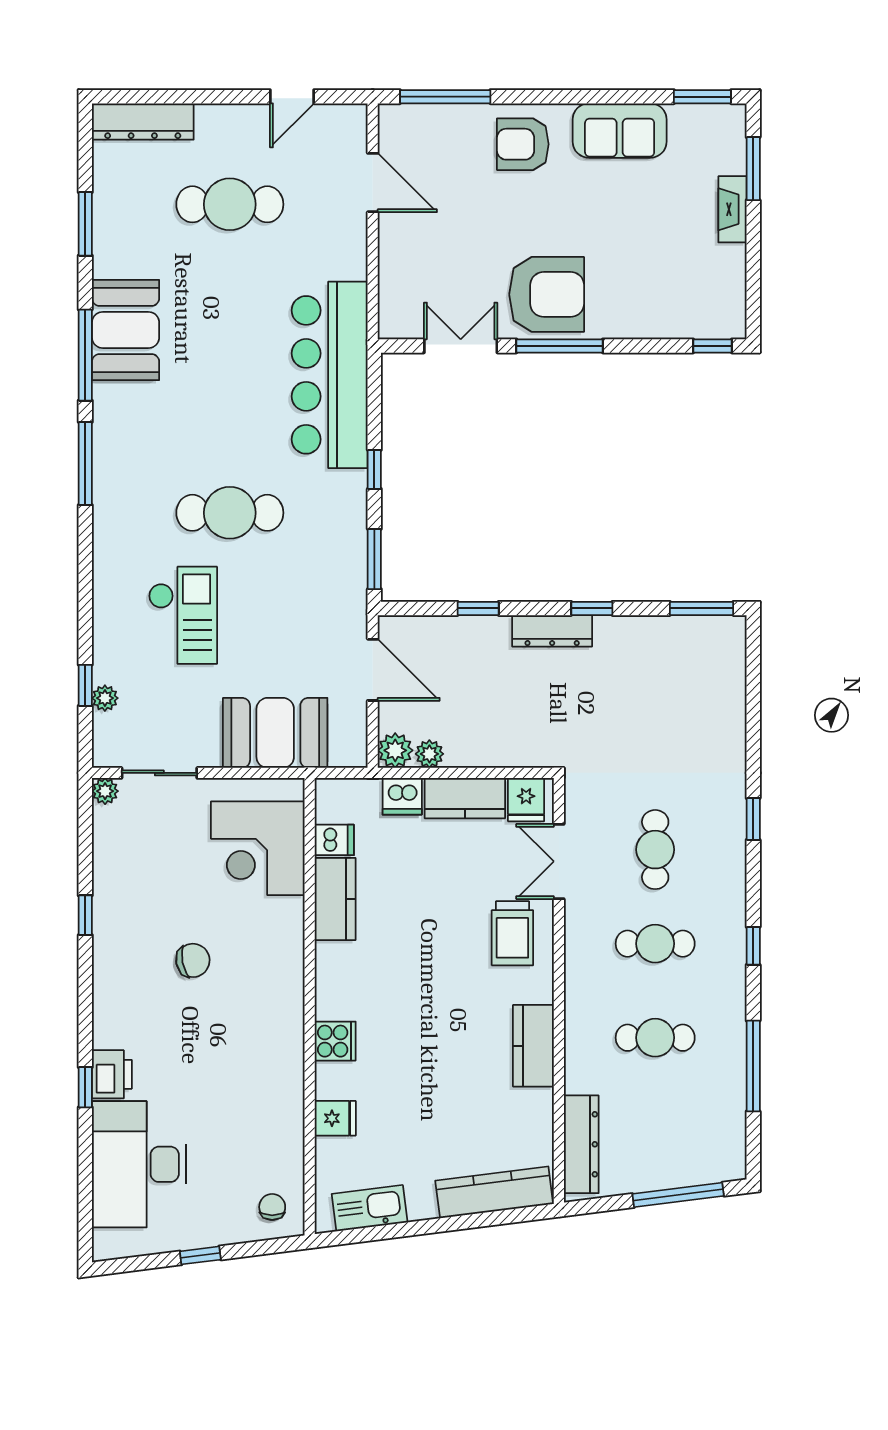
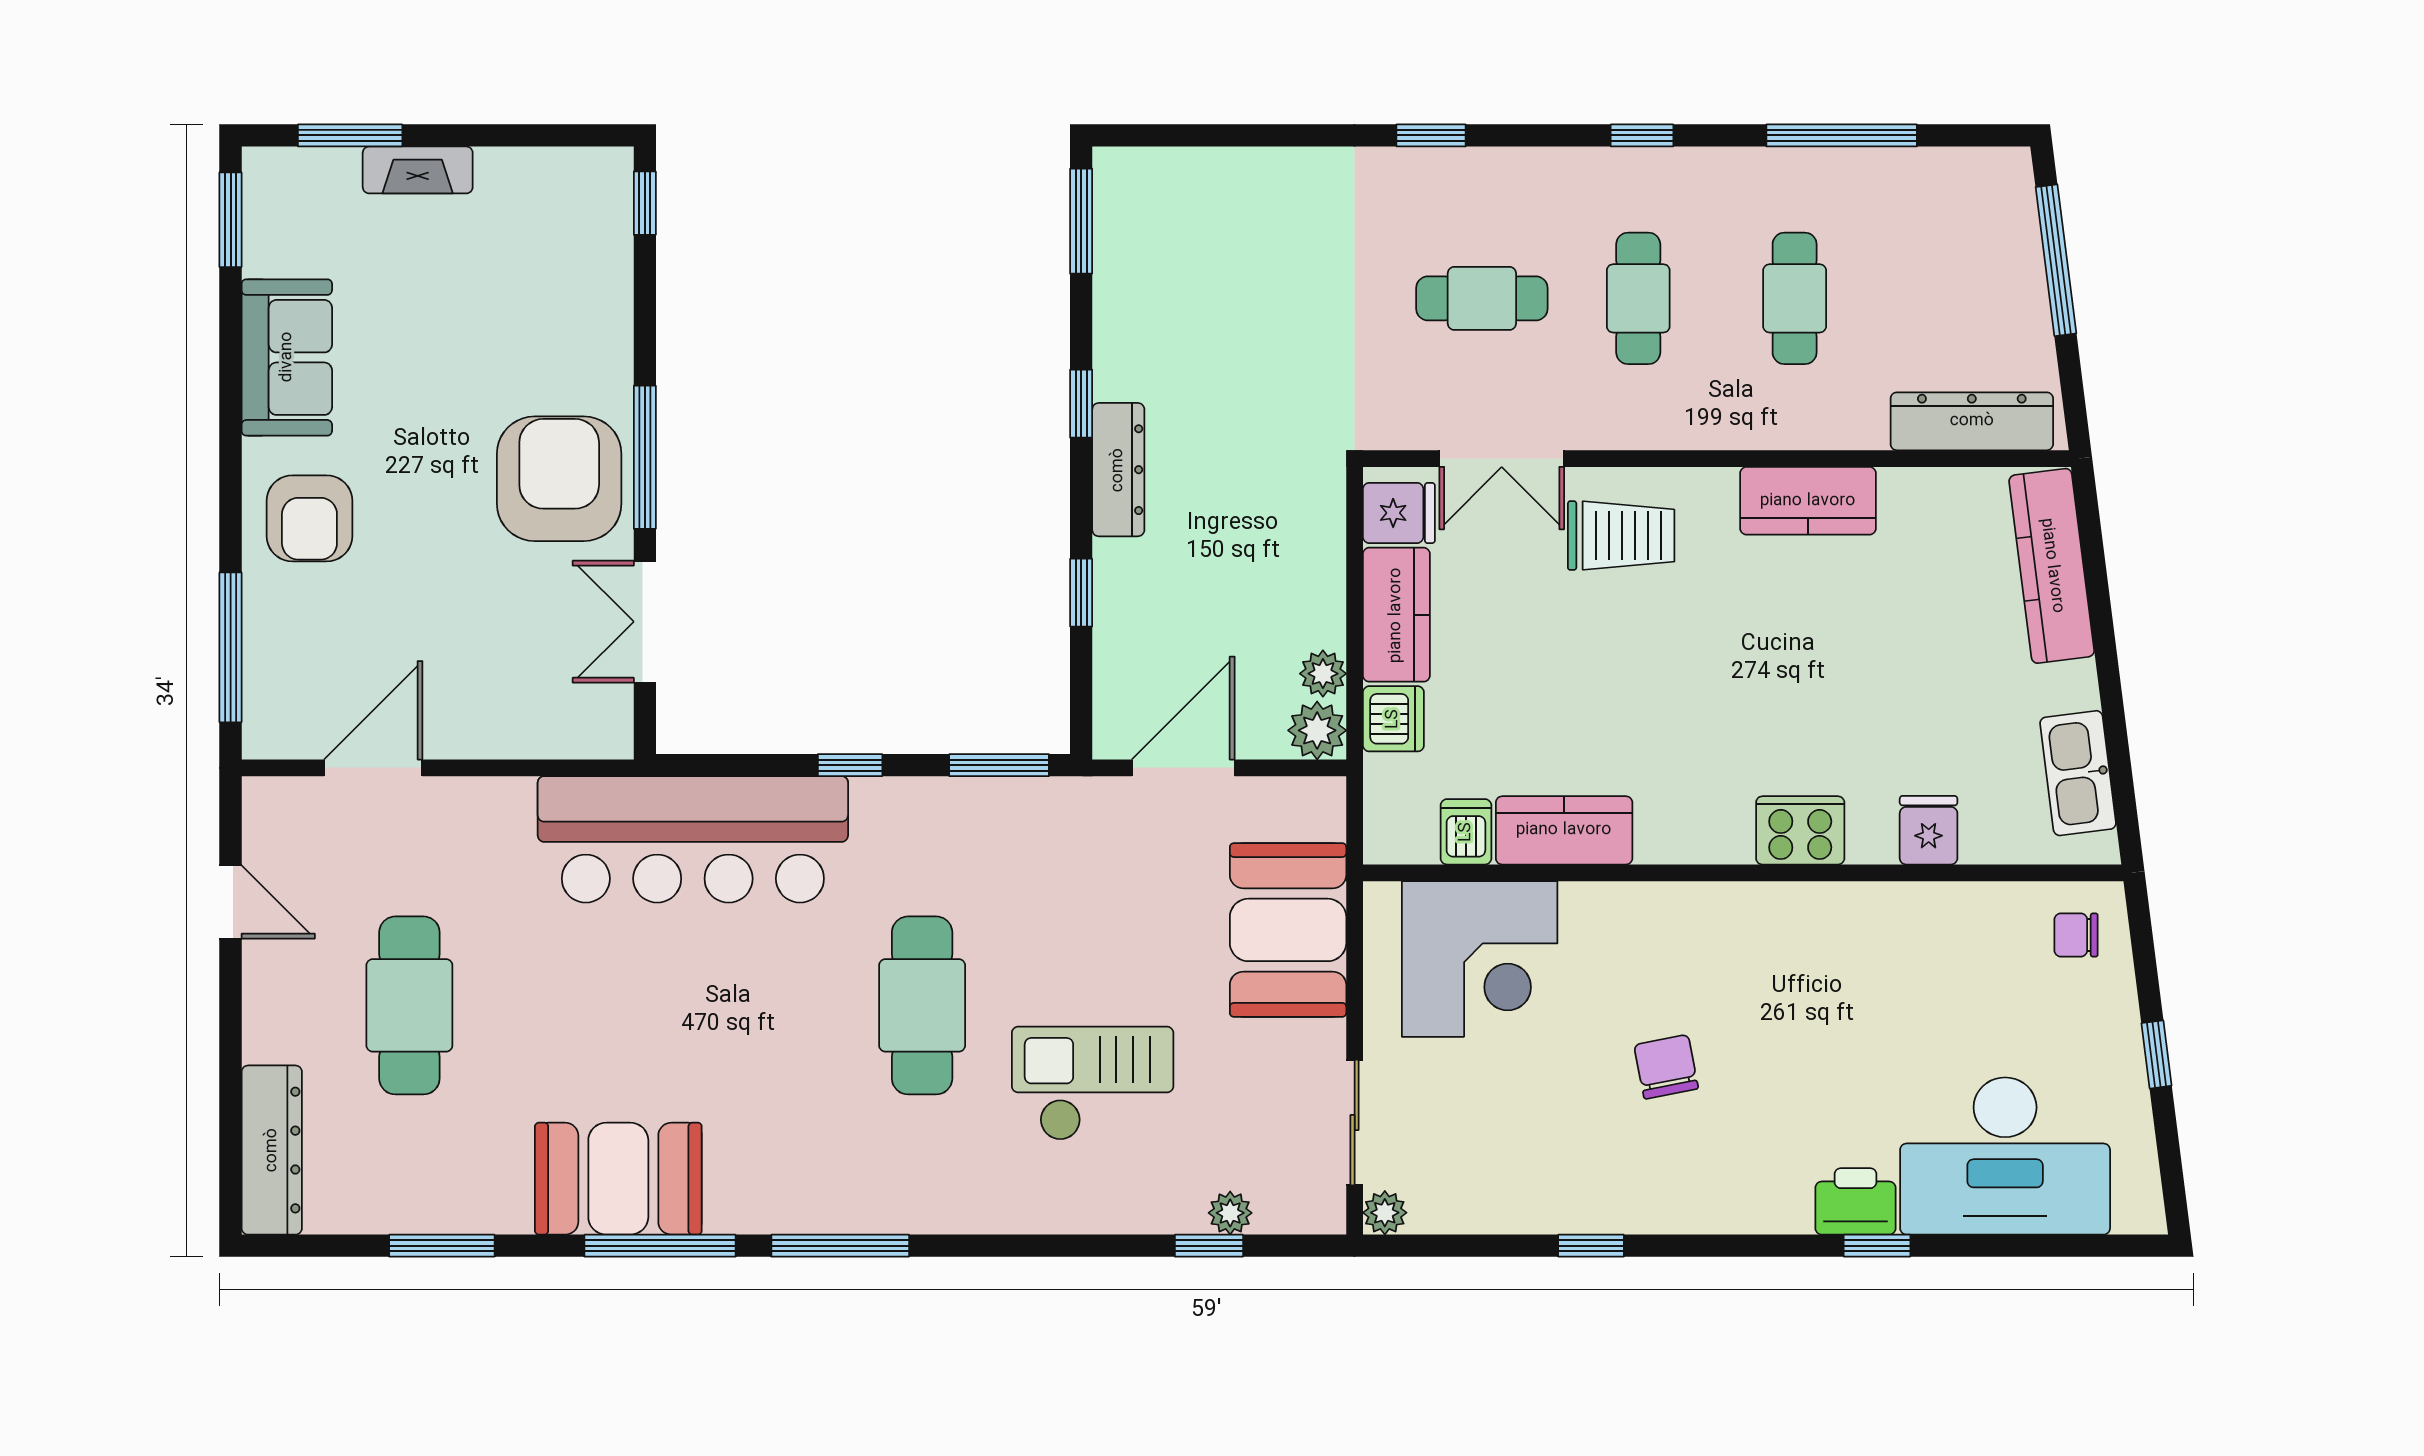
cooker: (335, 1041) -> (1800, 830), width x1.36

